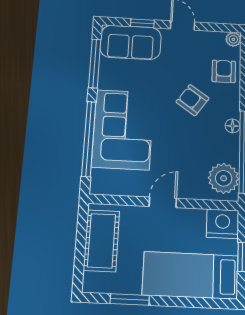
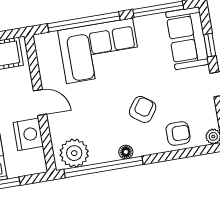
nightstand: (223, 224) -> (28, 134), moved

